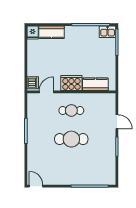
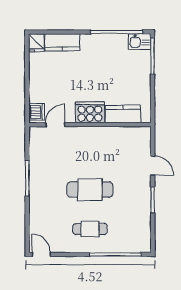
cafe table: (71, 110) -> (90, 229), moved

